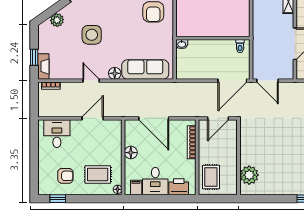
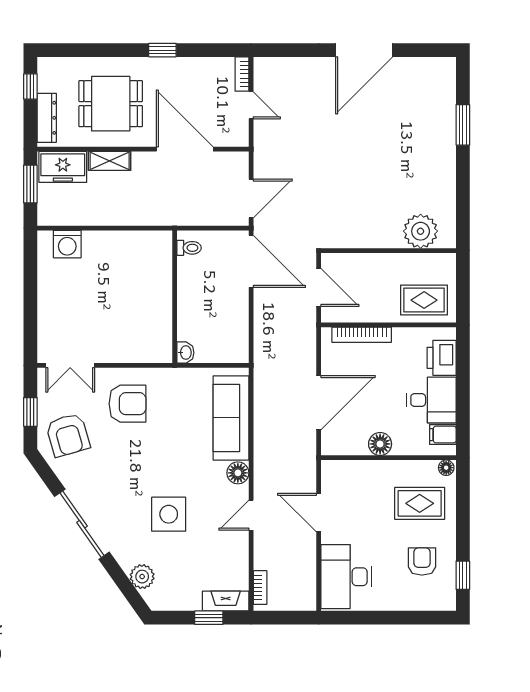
desk: (57, 134) -> (346, 577), width x1.37
rug: (98, 175) -> (420, 503), turned 90

